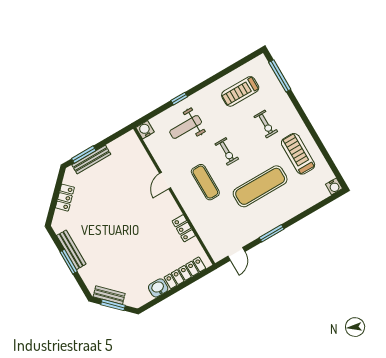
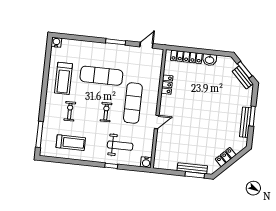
exercise mat: (205, 182) -> (133, 103), width x1.36, depth x1.45

